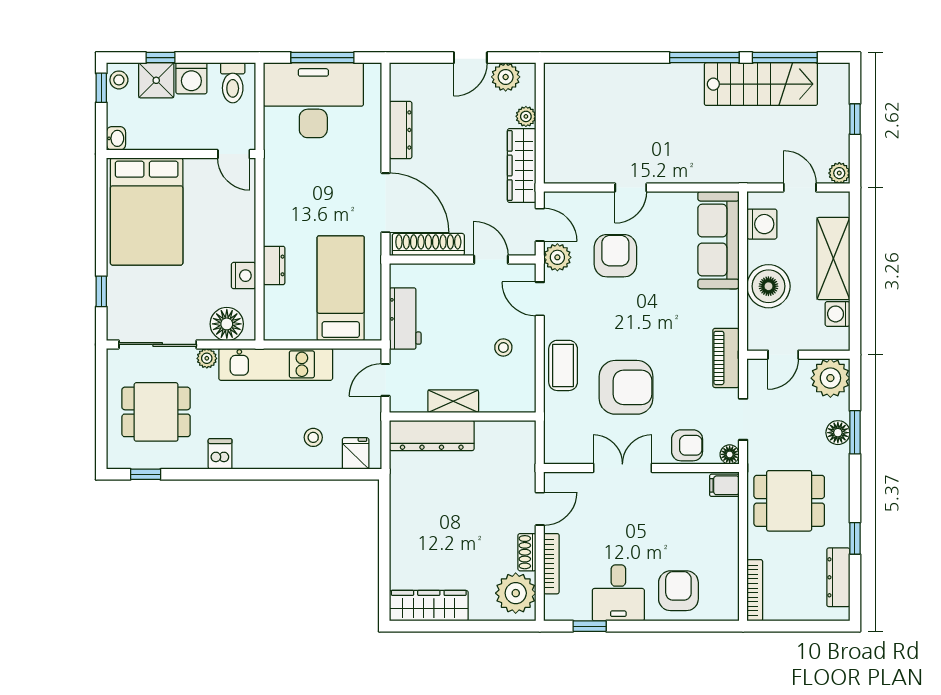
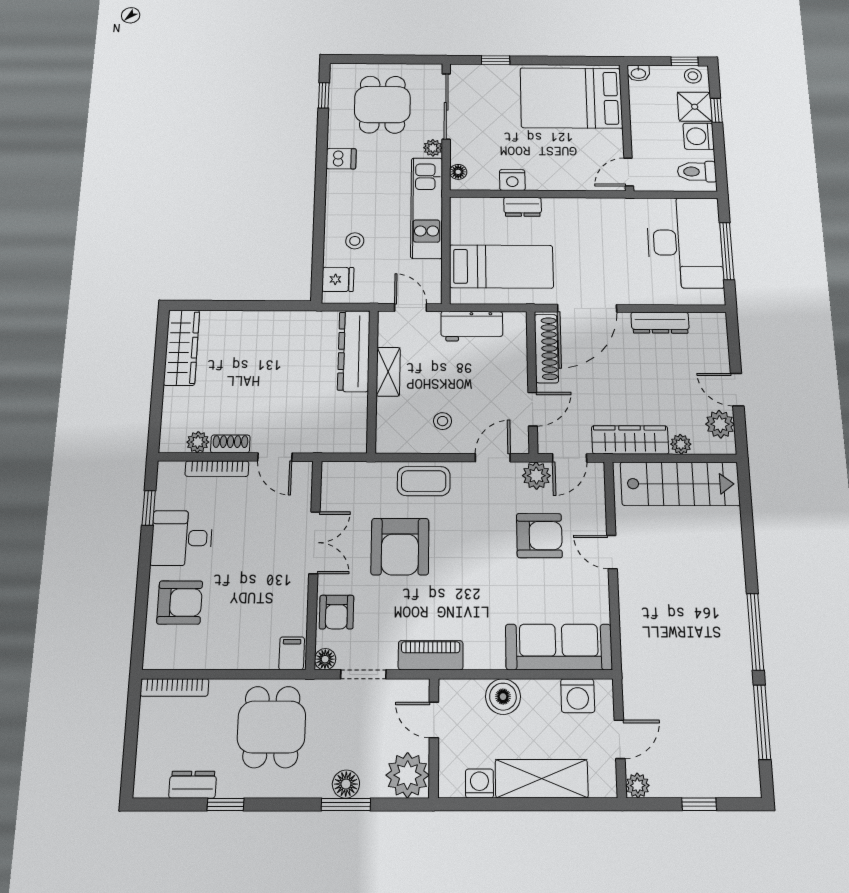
stairs: (761, 84) -> (680, 484), moved, turned -90
boiler: (768, 286) -> (503, 697), width x0.73, depth x0.73
floor lamp: (227, 324) -> (458, 172), width x0.53, depth x0.53
dresser: (838, 577) -> (193, 785), width x0.70
plant: (516, 593) -> (198, 442), width x0.53, depth x0.53

